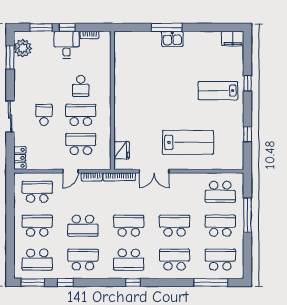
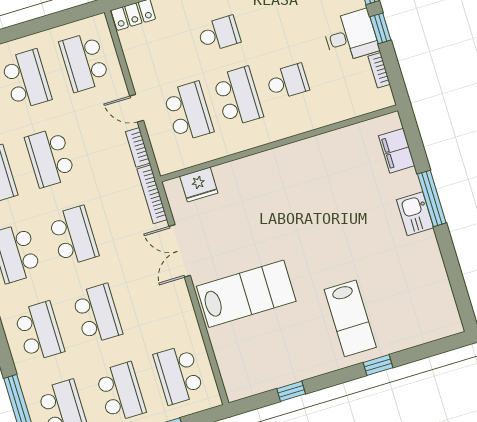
filing cabinet: (233, 39) -> (397, 151), moved
school desk: (81, 86) -> (287, 82), turned 180
lab bench: (218, 91) -> (350, 318), turned 180
lab bench: (188, 142) -> (246, 294), turned -90
school desk: (37, 192) -> (84, 62), turned 180

